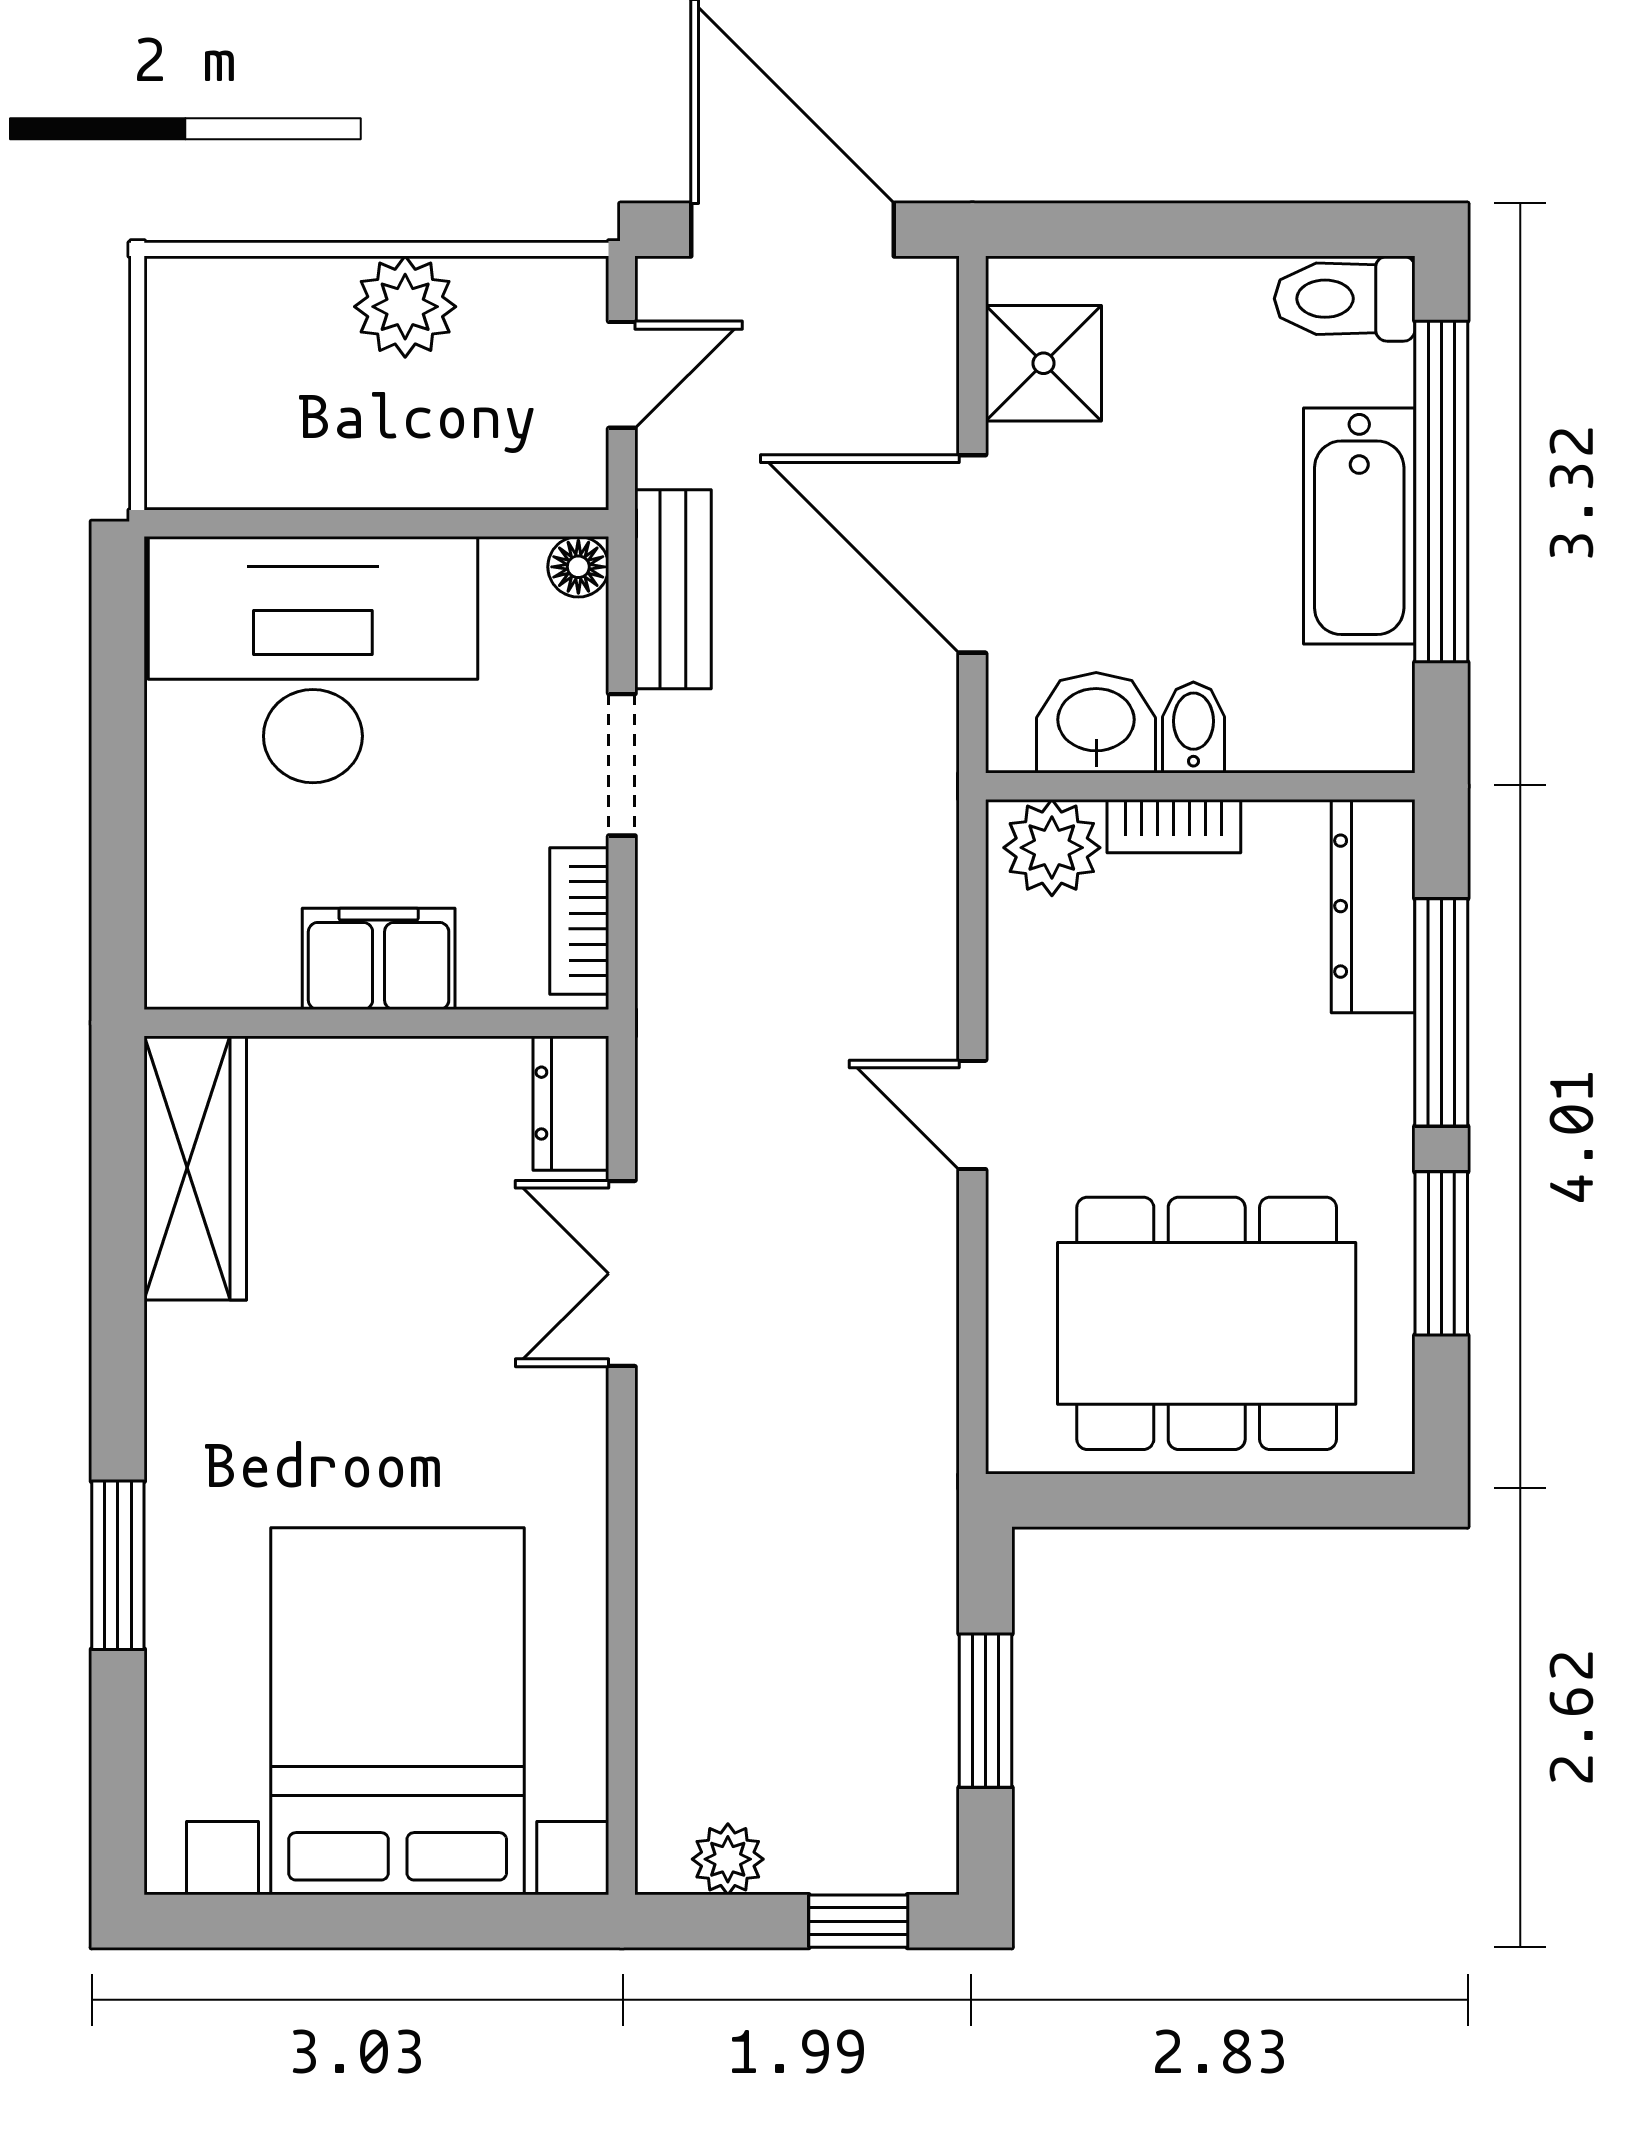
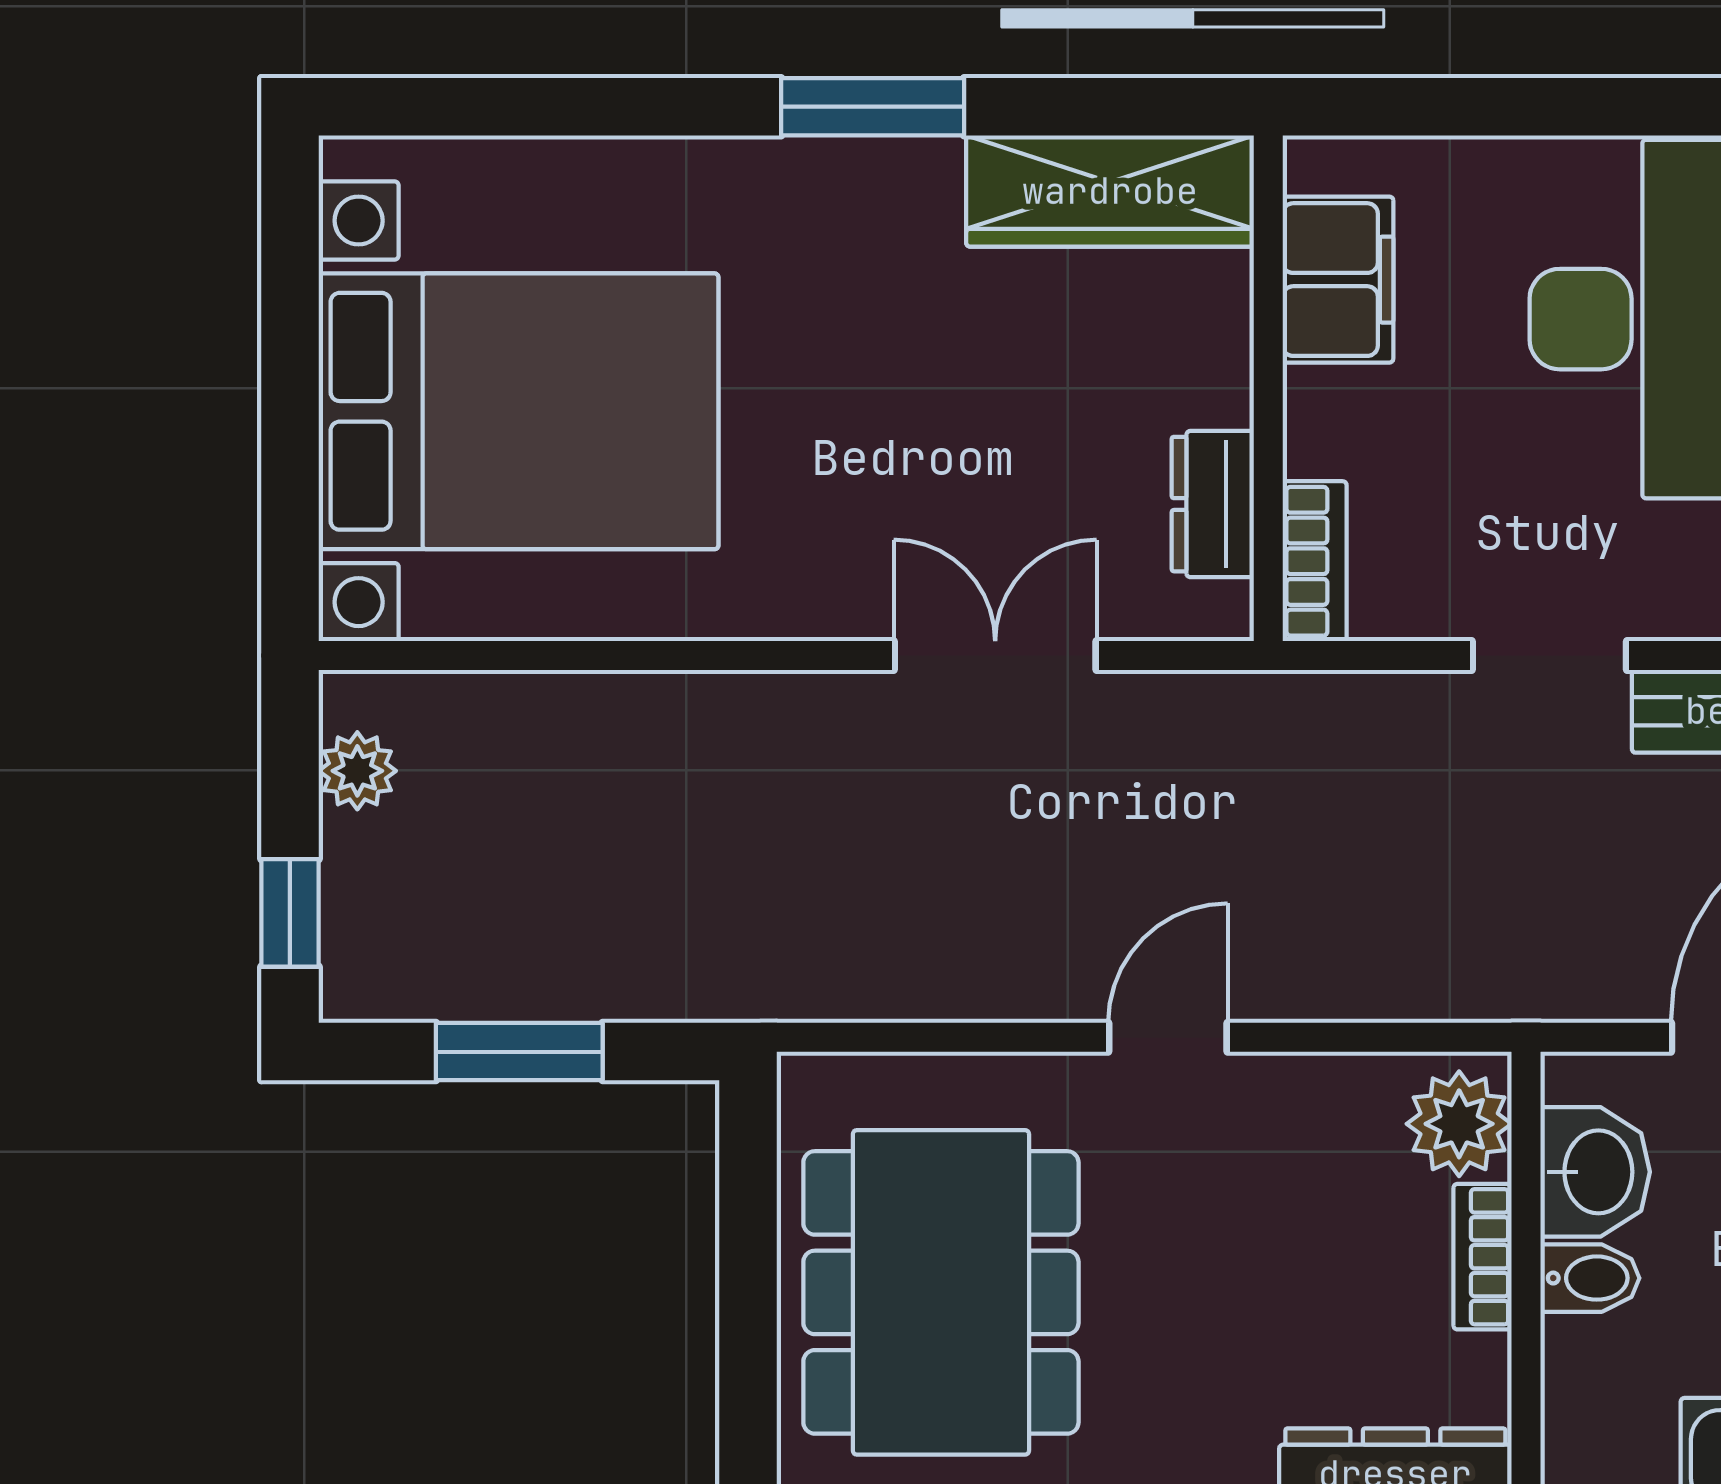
bookcase: (579, 921) -> (1315, 561), moved, turned 90
filing cabinet: (379, 959) -> (1338, 280), moved
dresser: (571, 1103) -> (1213, 504), moved, turned -90
window: (118, 1565) -> (873, 107), moved

